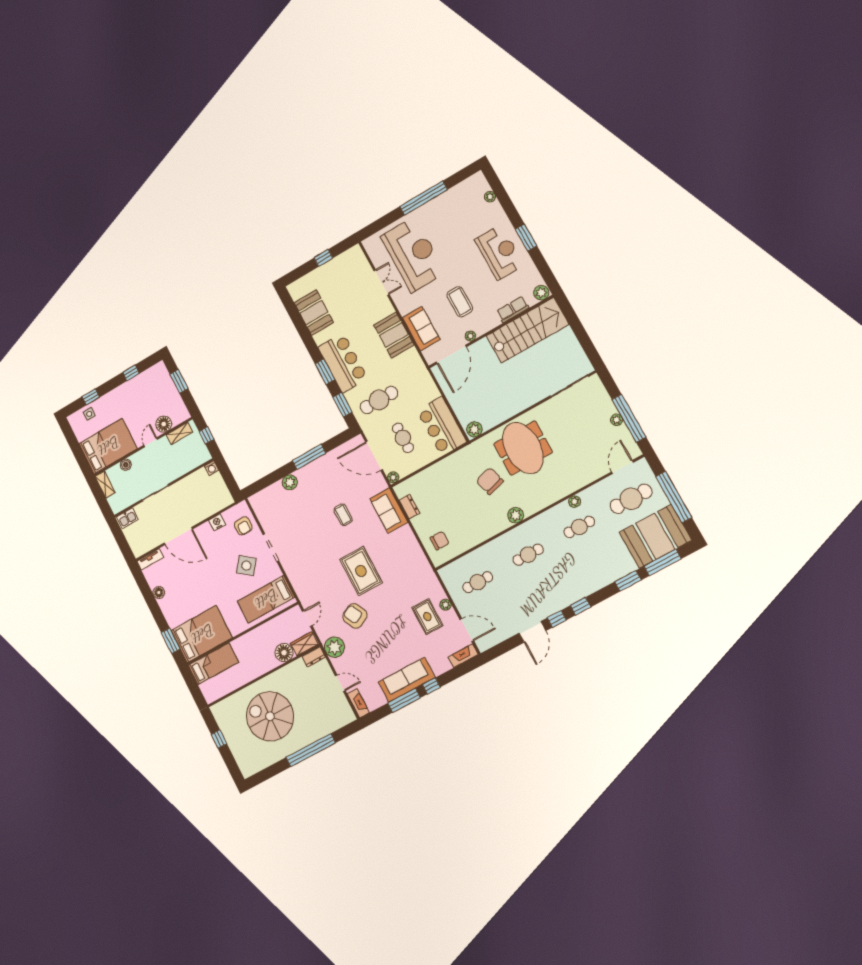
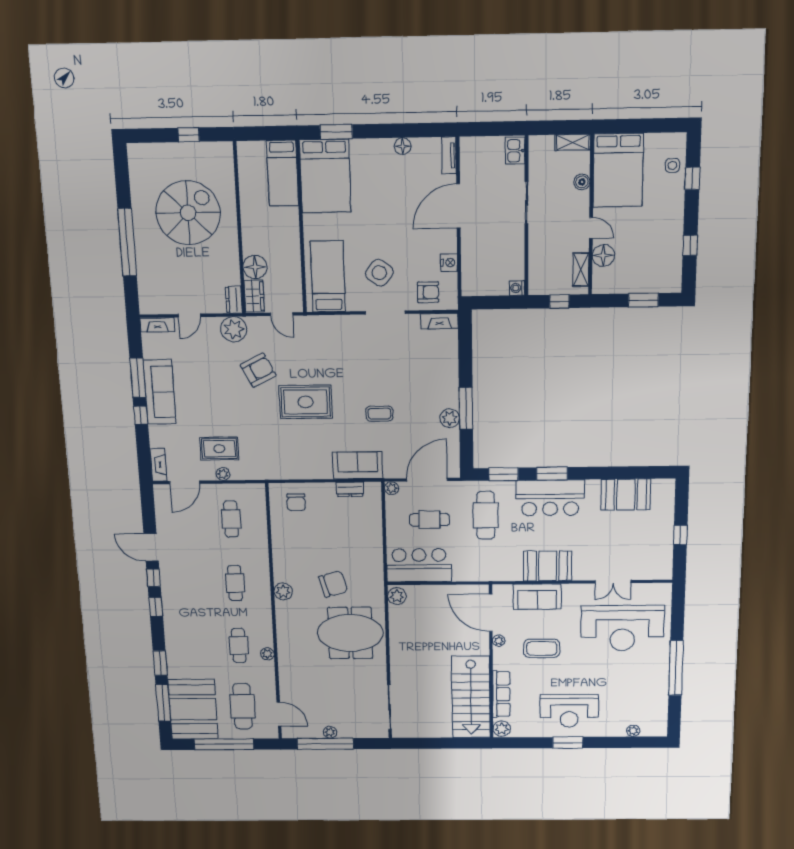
row of seats: (513, 309) -> (501, 694), width x1.48
plant: (290, 482) -> (450, 418), moved
fireplace: (259, 508) -> (439, 321), added
armchair: (243, 526) -> (428, 292), turned 180

